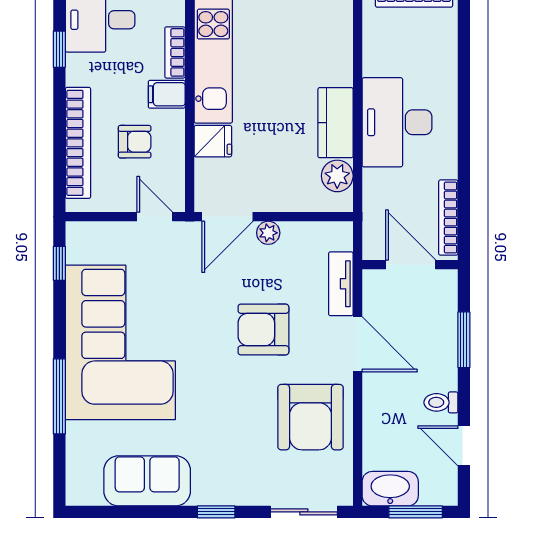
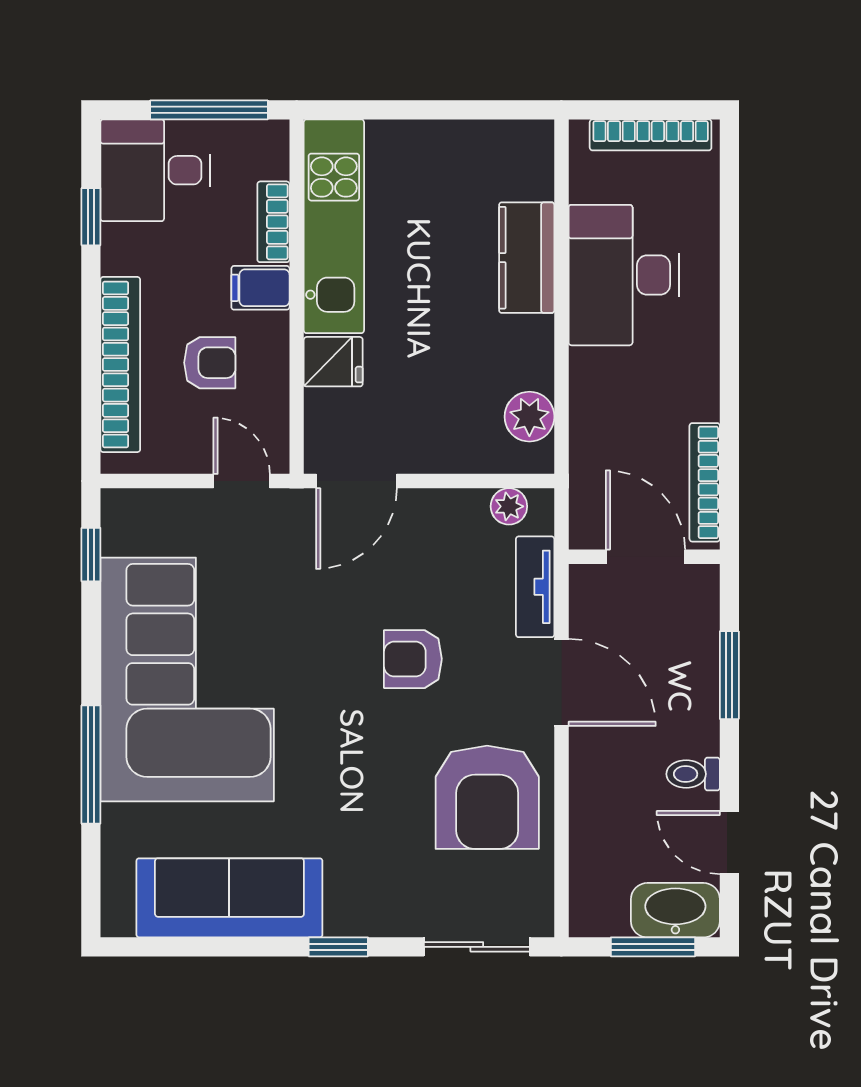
desk: (397, 122) -> (624, 275), moved
kitchen counter: (335, 123) -> (527, 258), moved
plant: (268, 233) -> (509, 506), moved
armchair: (263, 330) -> (413, 659), width x0.72, depth x0.72
sofa: (147, 481) -> (229, 898), width x1.36
washbasin: (390, 489) -> (675, 910), moved

